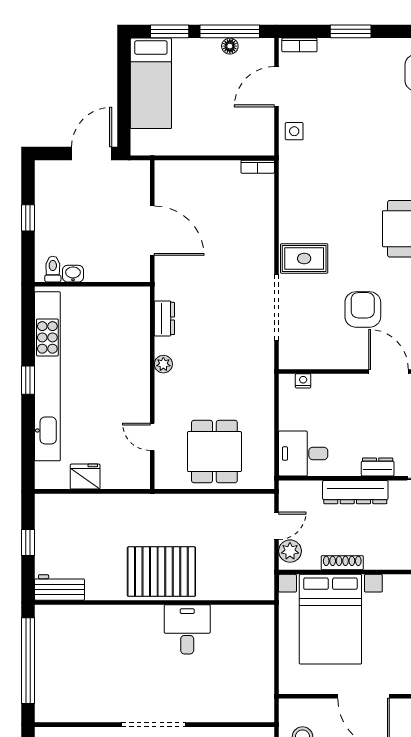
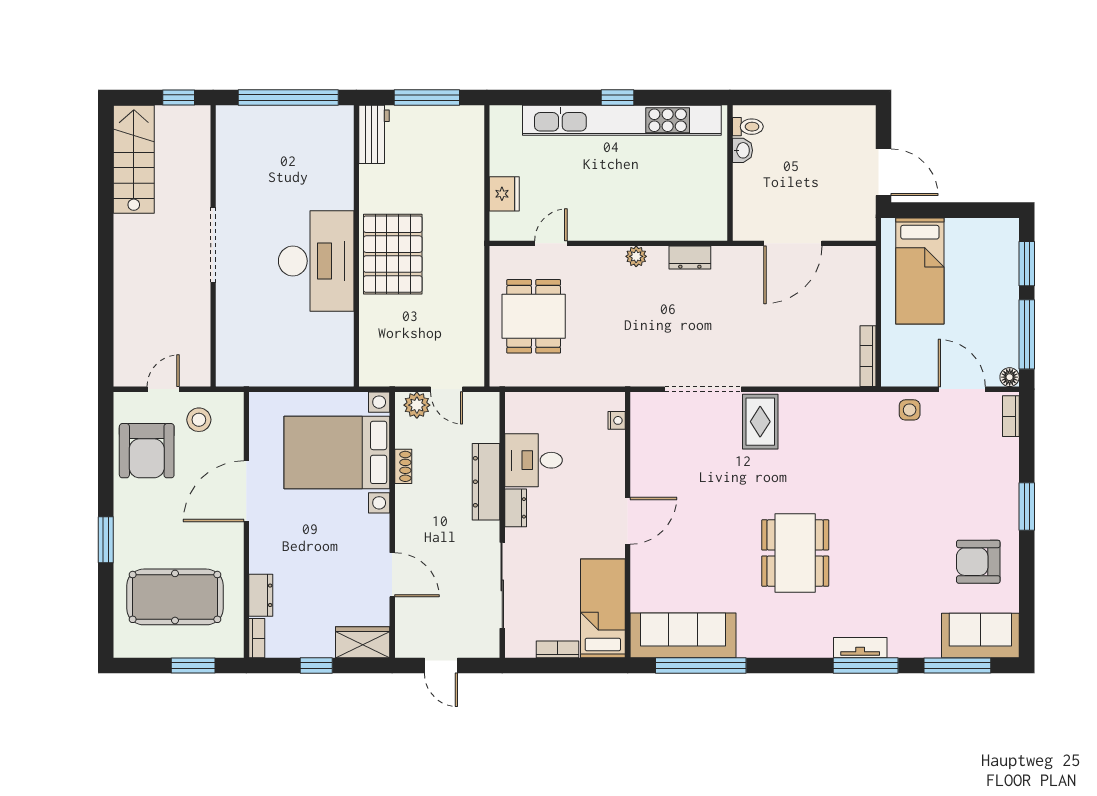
window: (351, 31) -> (1027, 507), moved
floor lamp: (230, 46) -> (1010, 377), moved
bed: (151, 83) -> (920, 271), moved, turned -90
bookcase: (258, 167) -> (868, 356), width x1.56
window: (28, 218) -> (808, 98), removed
armchair: (363, 309) -> (700, 490), removed
dining table: (214, 452) -> (534, 316), turned 90
desk: (303, 453) -> (533, 460), moved, turned -90
fridge: (85, 477) -> (504, 194), moved
window: (28, 542) -> (427, 98), width x2.17
shoe rack: (342, 563) -> (403, 466), width x0.70
desk: (187, 629) -> (316, 261), width x1.87, depth x1.30

